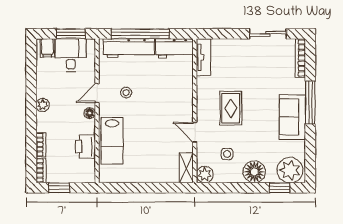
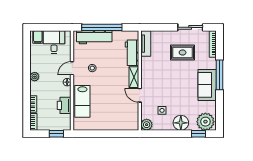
window: (71, 34) -> (54, 27), removed
workbench: (174, 48) -> (132, 53), moved, turned 90
rug: (231, 108) -> (183, 52), moved, turned 90
shelving: (186, 168) -> (134, 77), moved
window: (59, 188) -> (56, 134), moved

